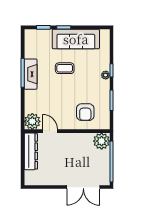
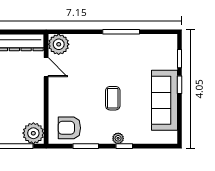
coffee table: (65, 68) -> (113, 98), moved
fireplace: (31, 74) -> (119, 42), removed
armchair: (85, 112) -> (69, 128), moved
door: (50, 131) -> (46, 67), hinge flipped

